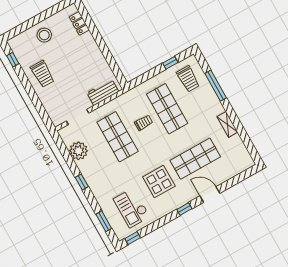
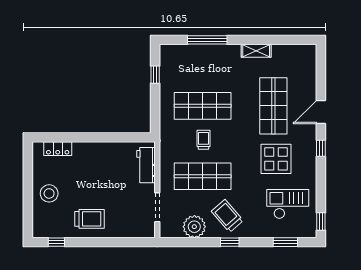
trolley: (188, 79) -> (227, 216), moved, turned -131
checkout: (132, 208) -> (288, 204), turned 180

